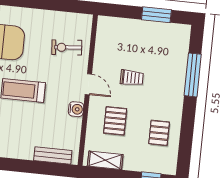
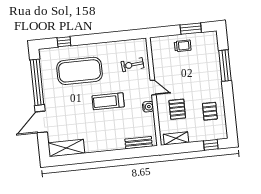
trolley: (132, 78) -> (183, 46), moved

